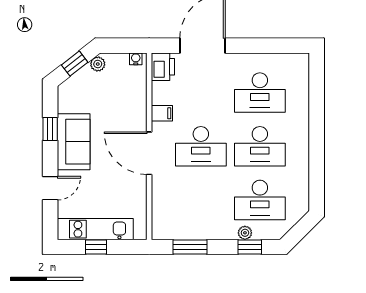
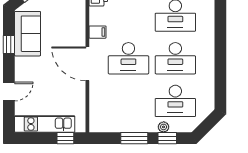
sofa: (74, 142) -> (28, 34), moved
window: (96, 247) -> (65, 138), moved
window: (190, 247) -> (134, 138), moved

